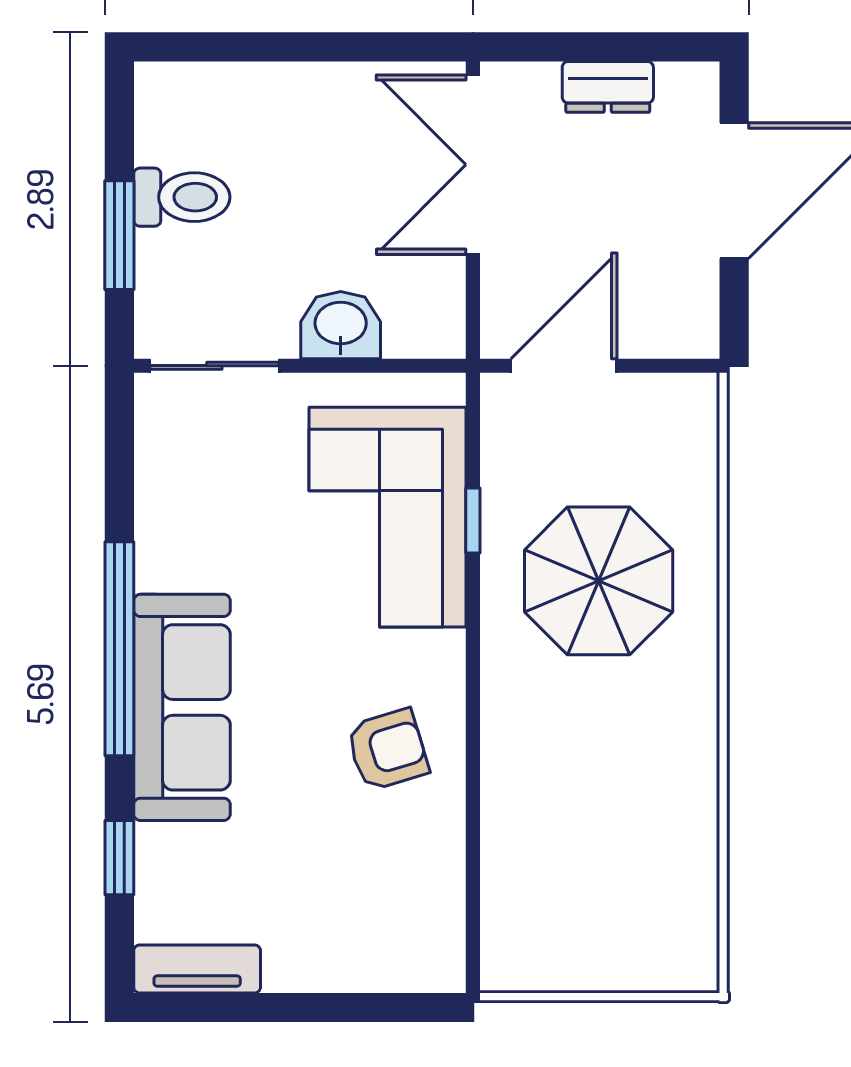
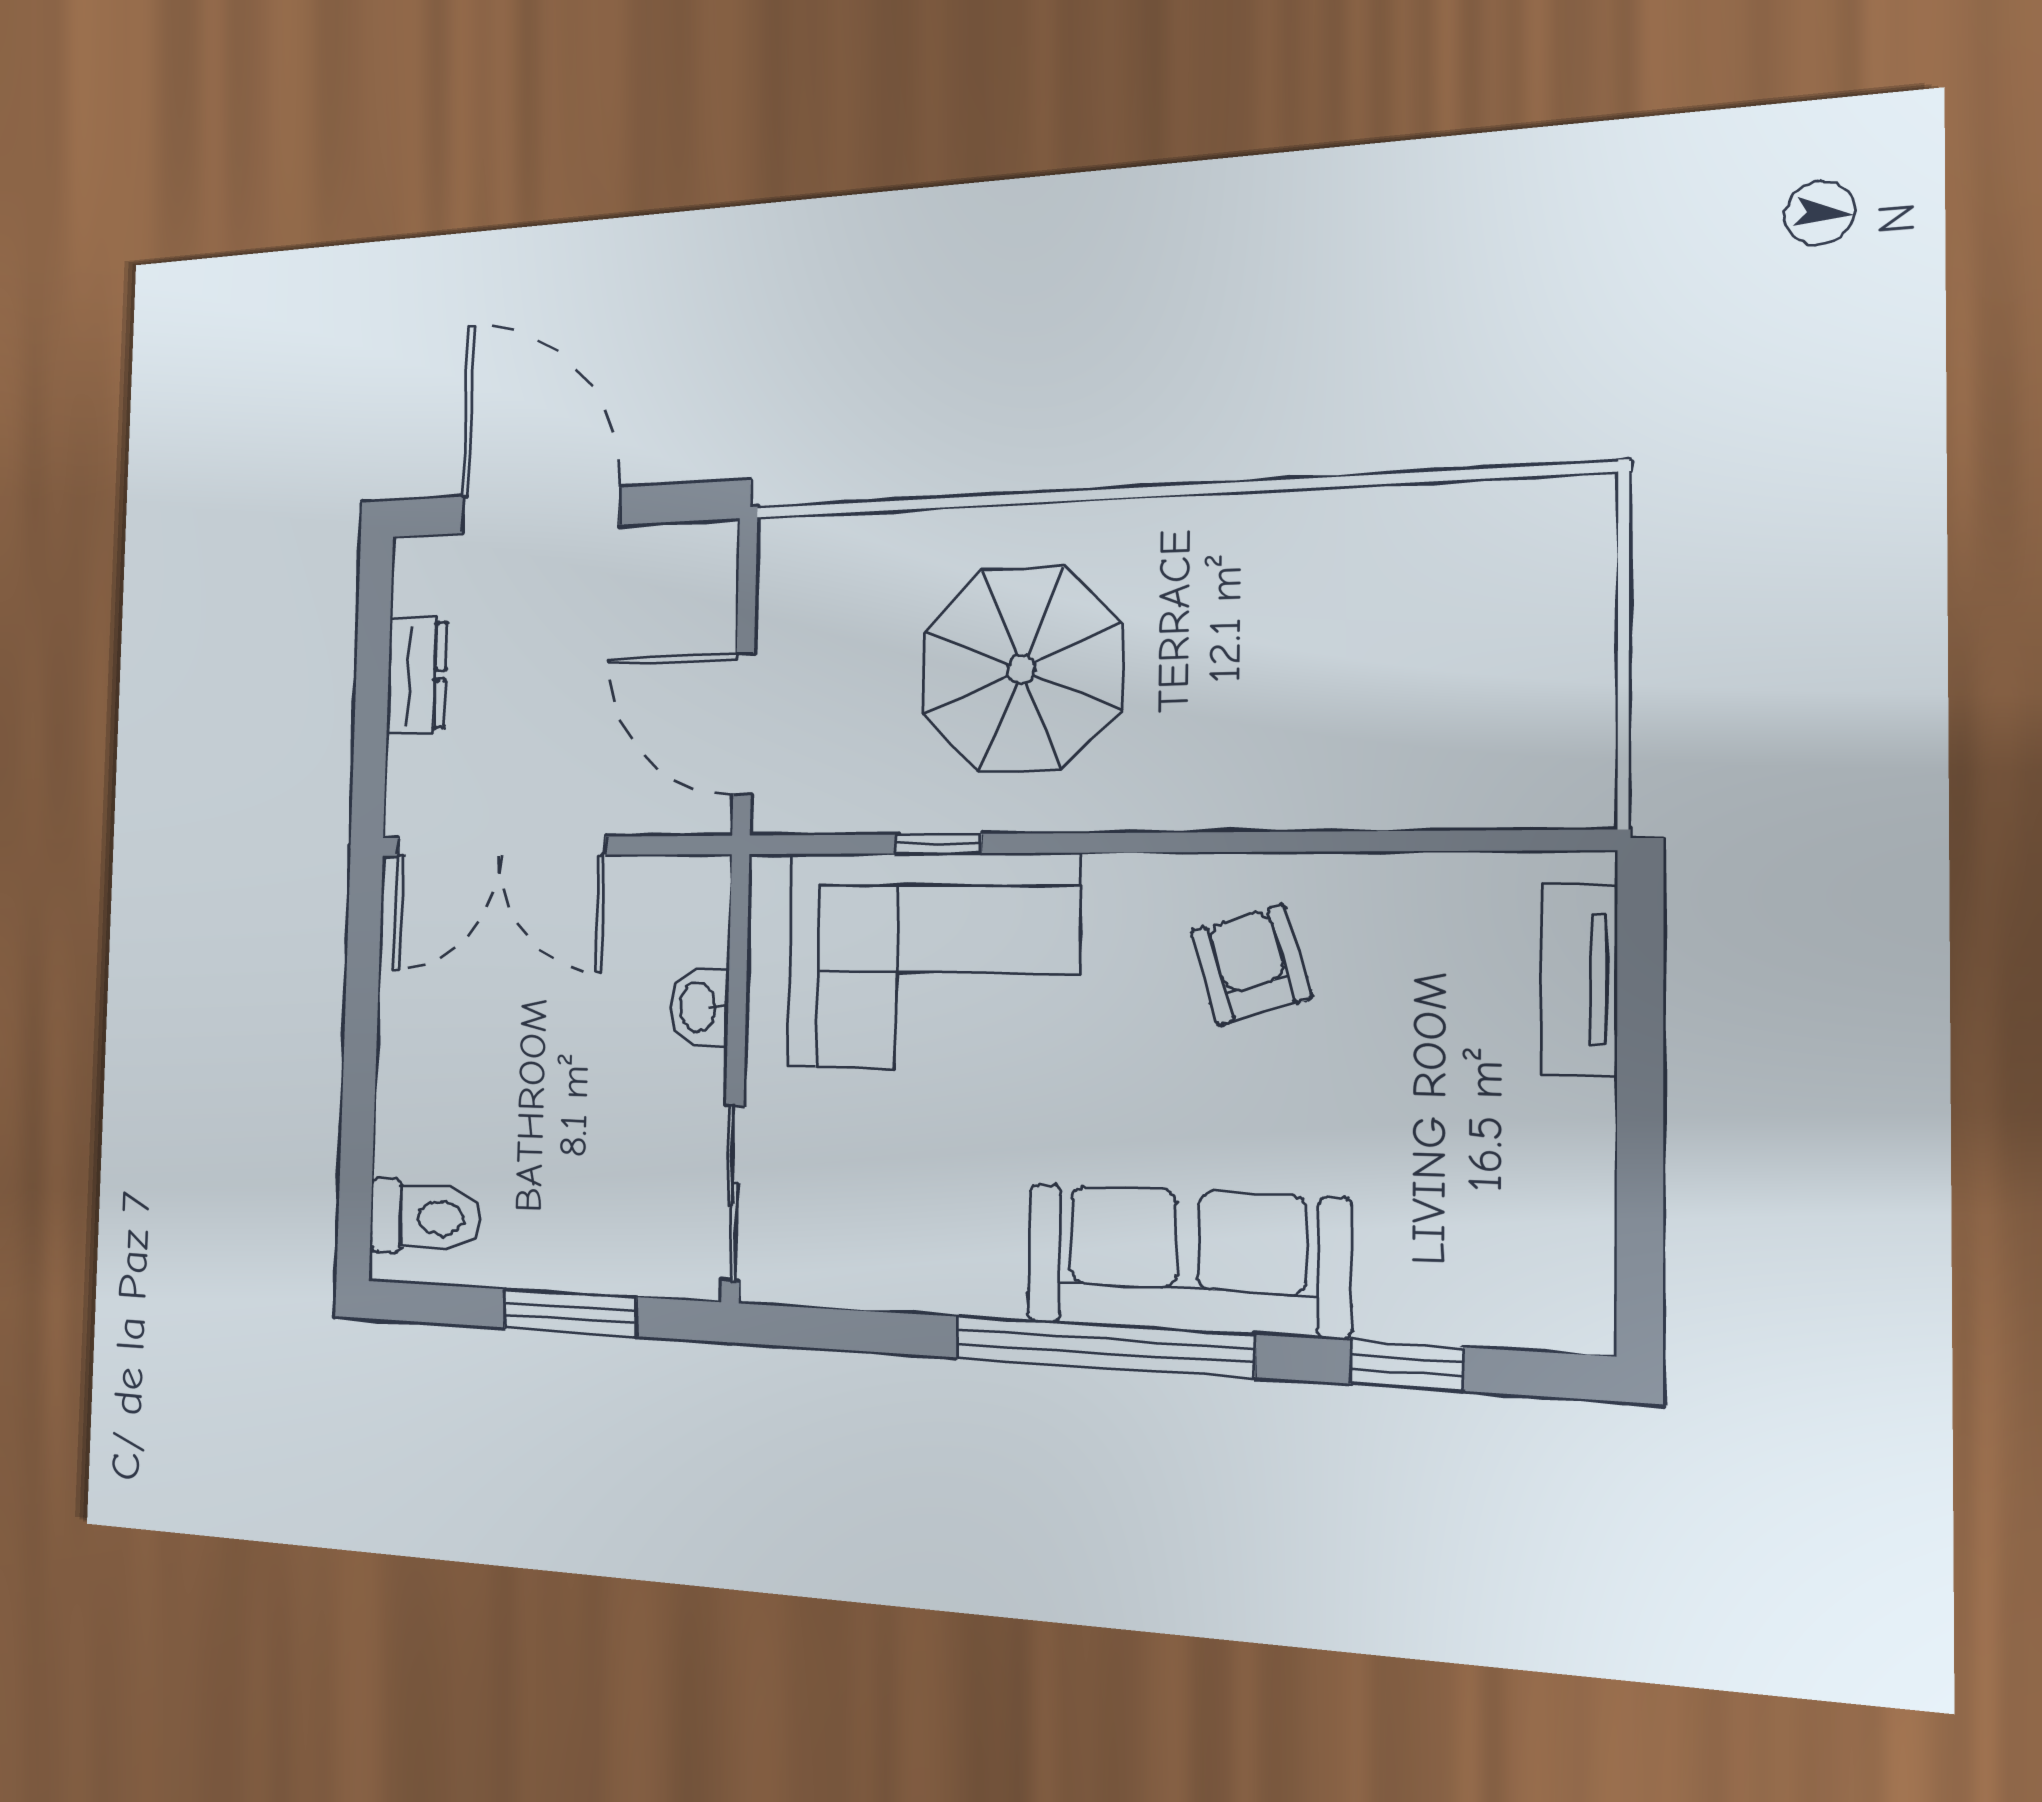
toilet: (182, 197) -> (425, 1217), moved, turned 90
washbasin: (341, 325) -> (700, 1007), width x0.72, depth x0.69
tv unit: (197, 969) -> (1579, 980), moved

